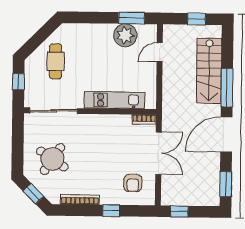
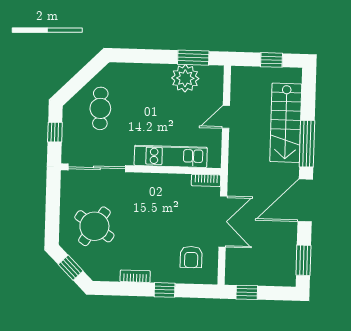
door: (160, 52) -> (226, 117), moved
bookcase: (80, 200) -> (135, 276), width x0.64

